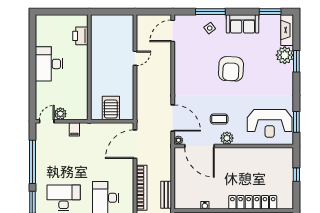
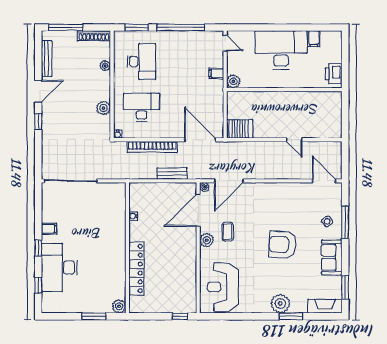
printer: (80, 36) -> (334, 74), moved, turned -90
filing cabinet: (43, 40) -> (314, 39), added
plant: (285, 55) -> (280, 304), moved
desk: (49, 64) -> (281, 50), width x1.36, depth x1.30
server rack: (111, 108) -> (240, 129), moved
plant: (60, 114) -> (233, 81), moved
window: (296, 122) -> (225, 316), removed
window: (296, 175) -> (180, 316), moved
bench: (166, 195) -> (172, 174), moved

